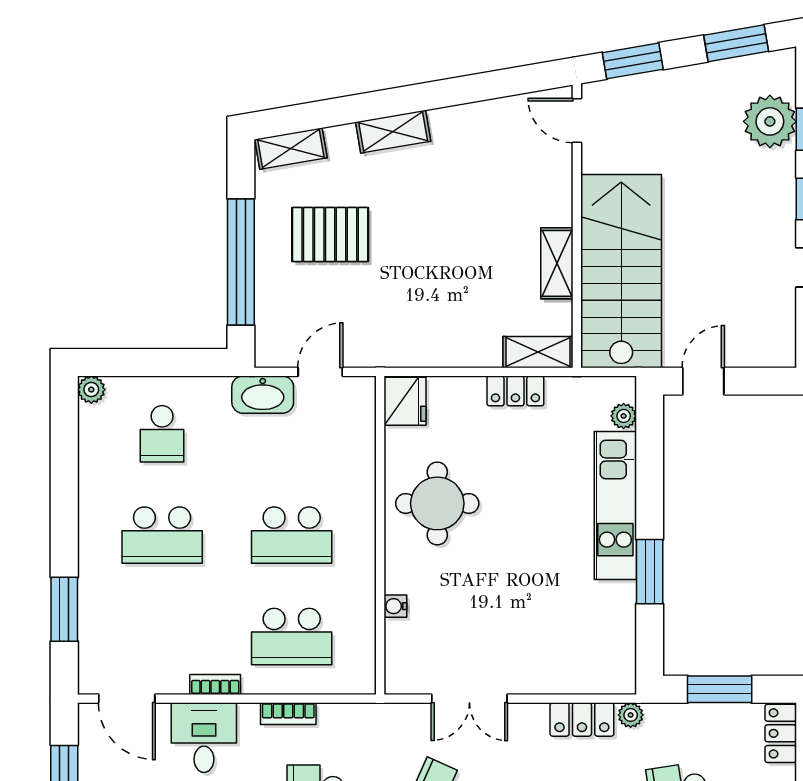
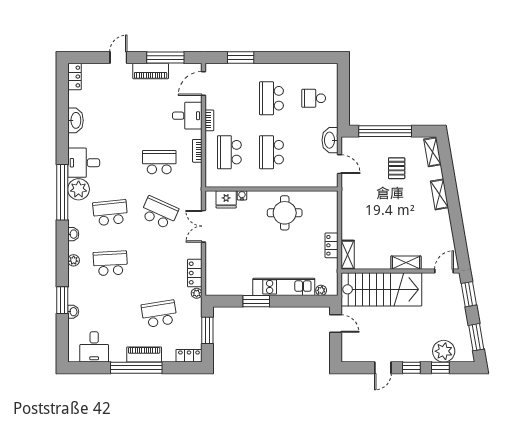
pallet: (330, 235) -> (397, 168), width x0.67, depth x0.71
shelving: (557, 263) -> (406, 263), moved
plant: (91, 390) -> (332, 69), removed
fridge: (405, 401) -> (226, 199), moved

